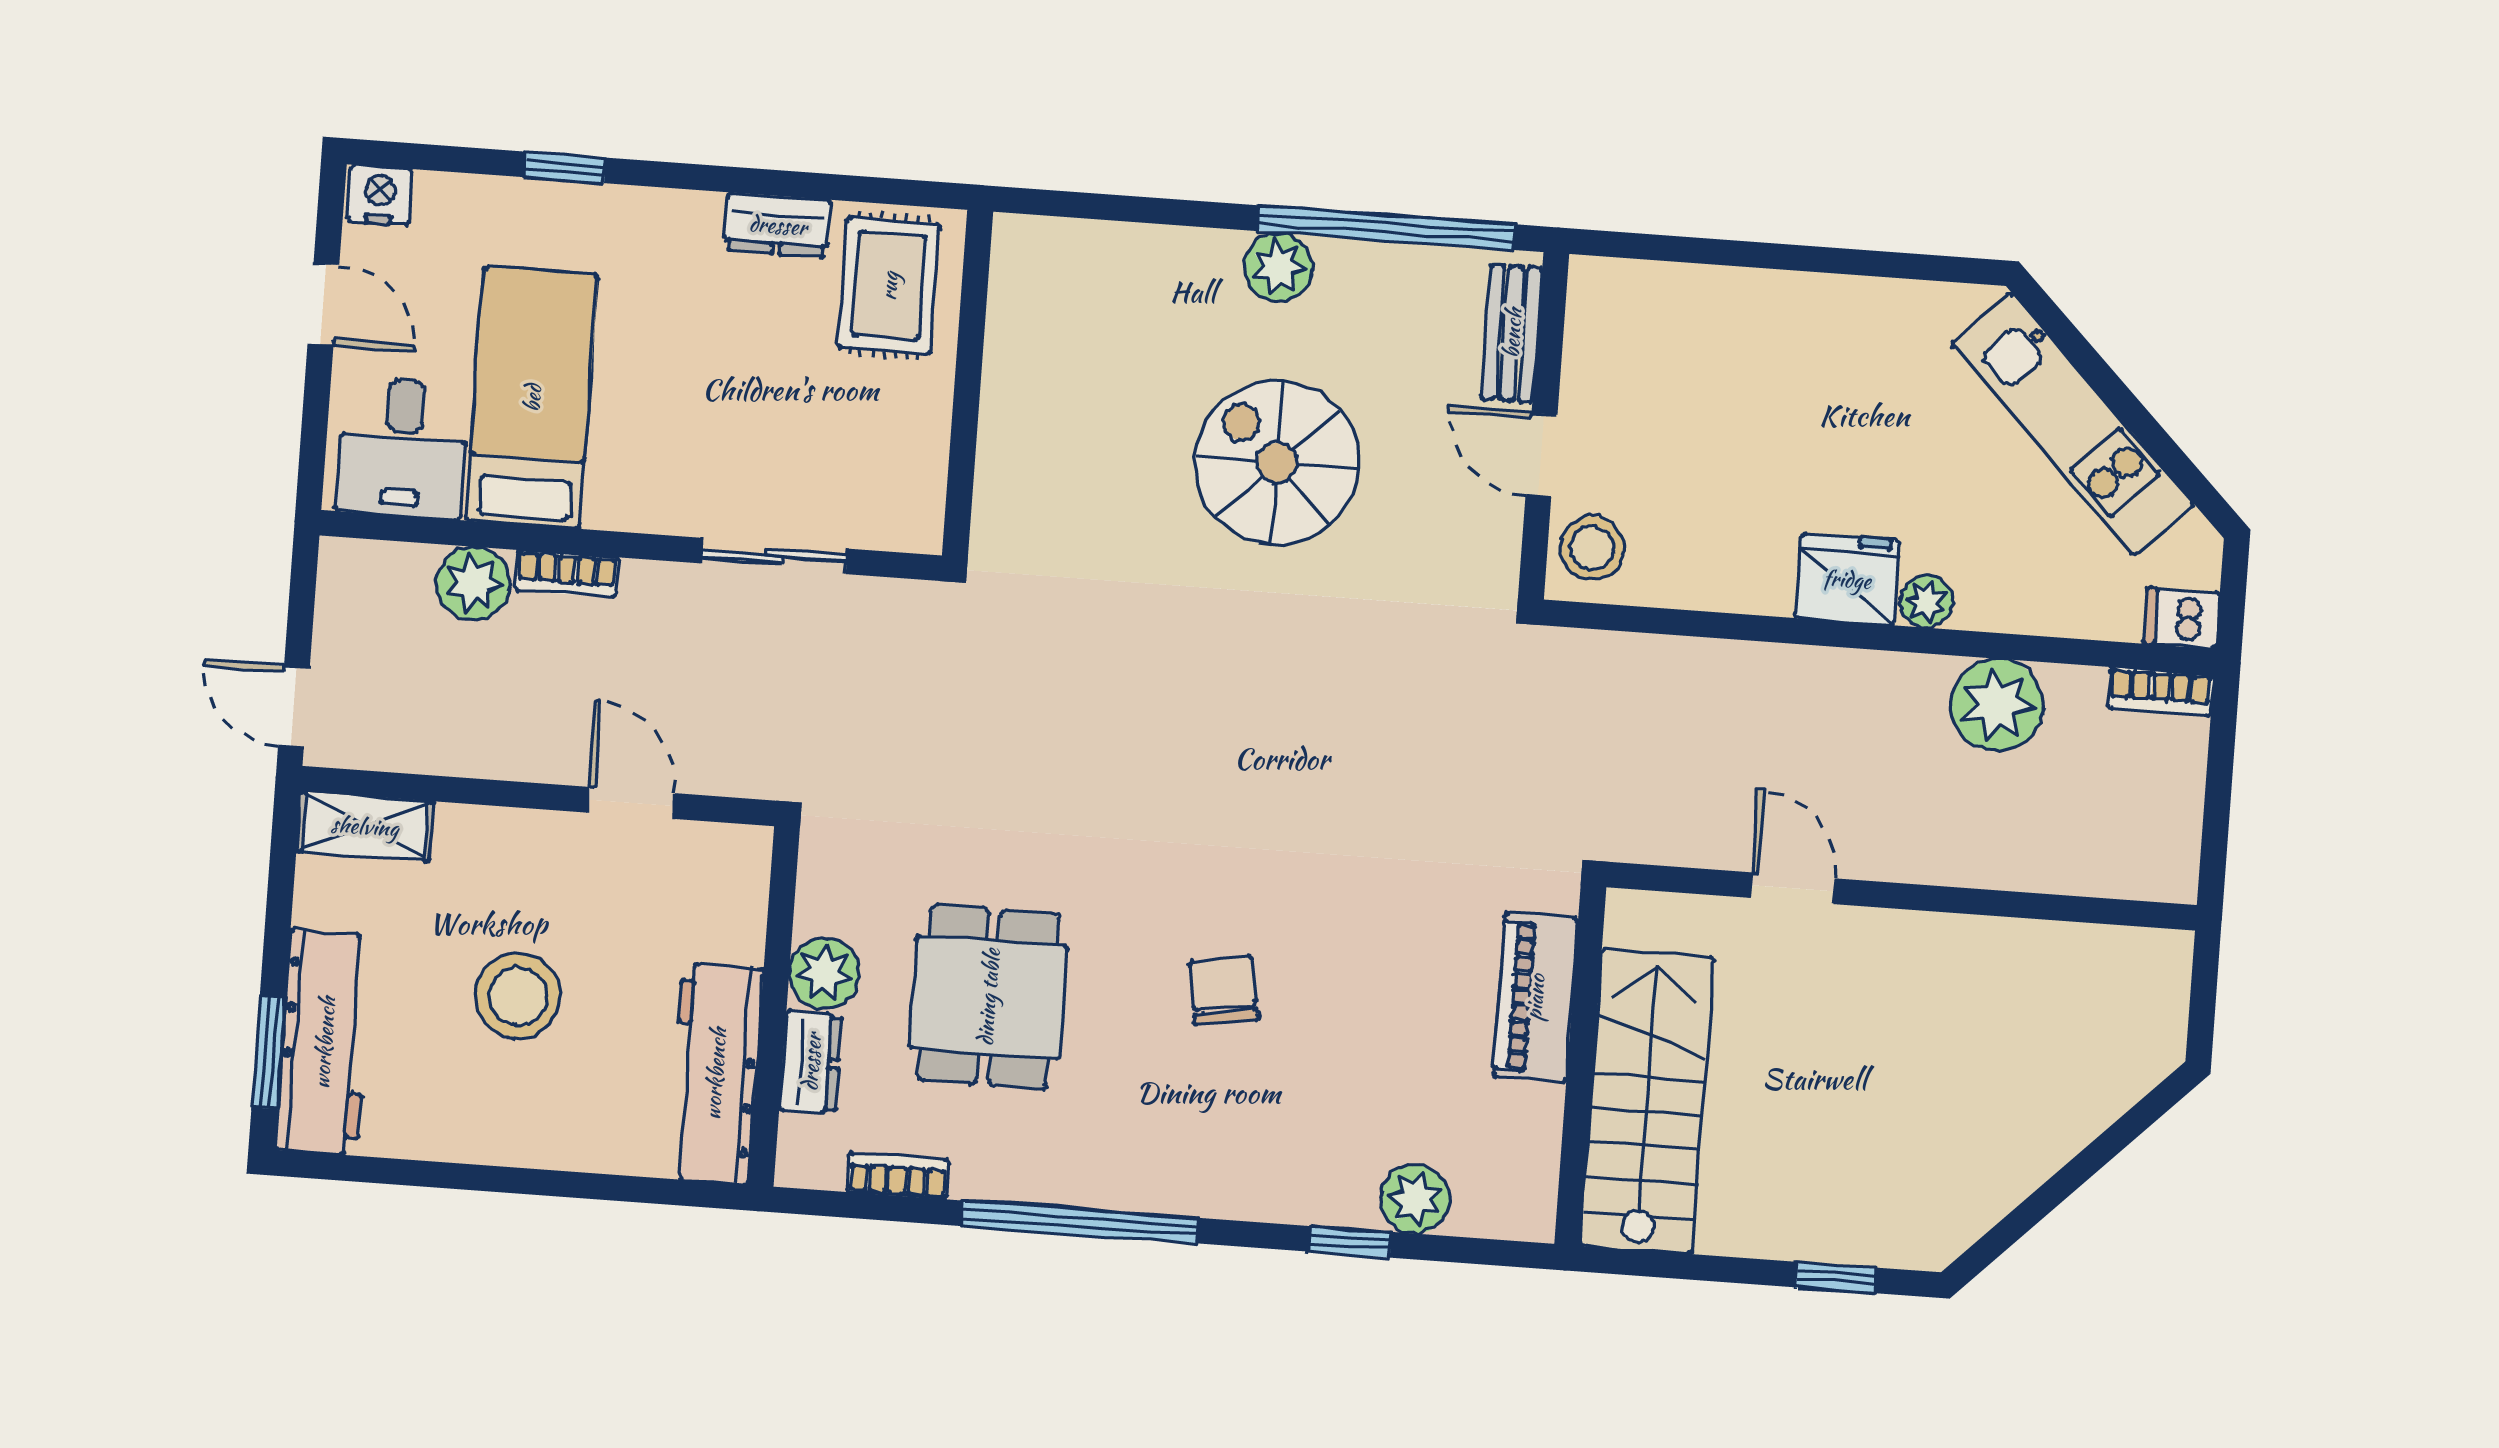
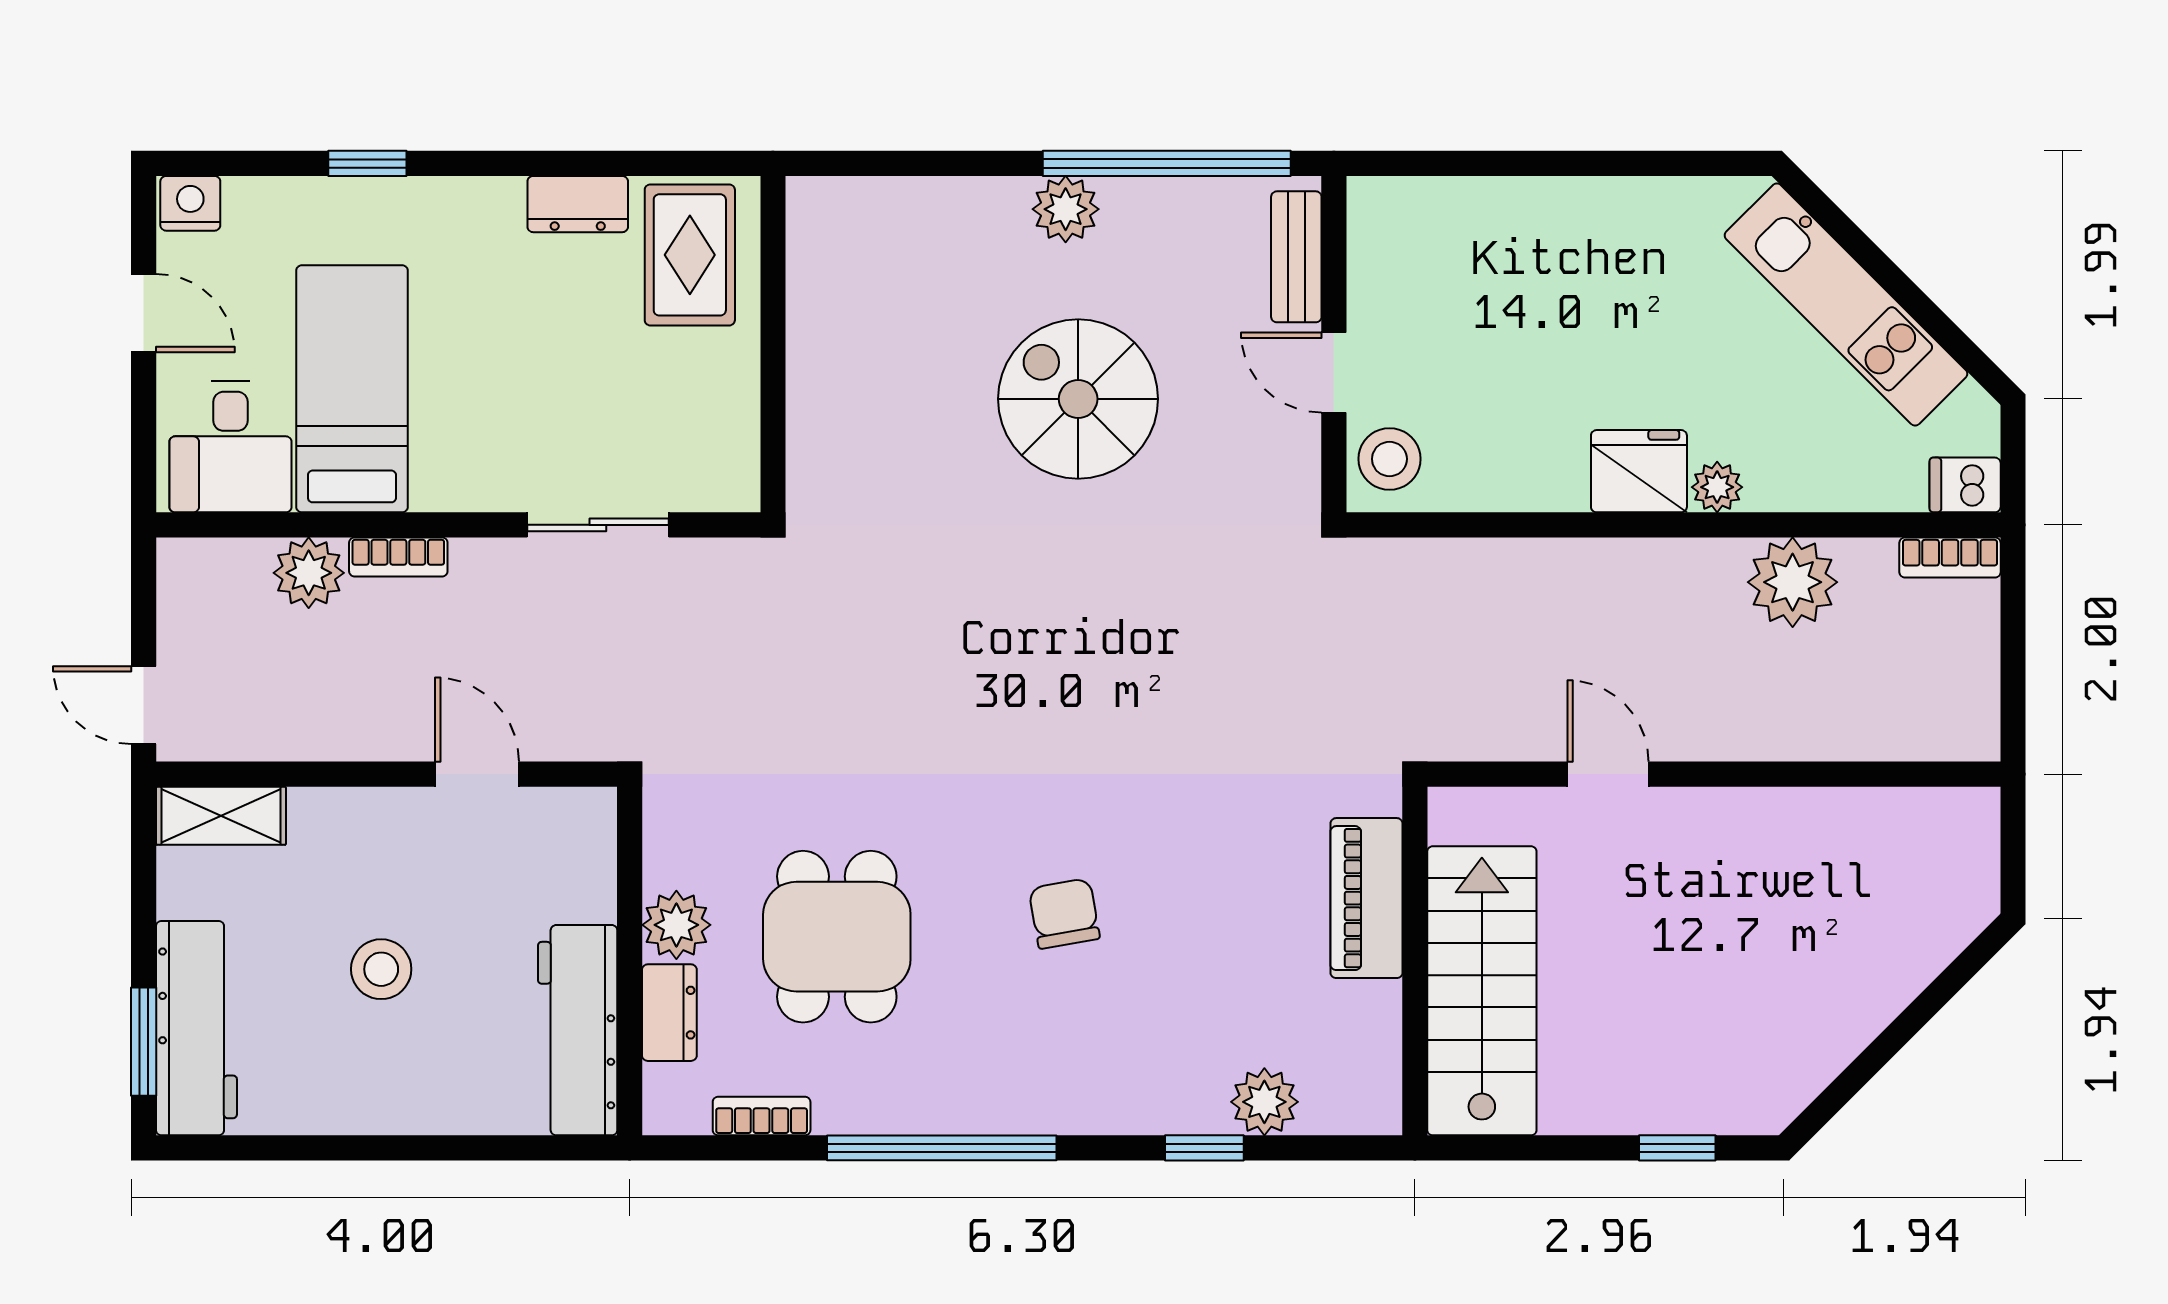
stool: (518, 996) -> (381, 969), width x0.73, depth x0.73

